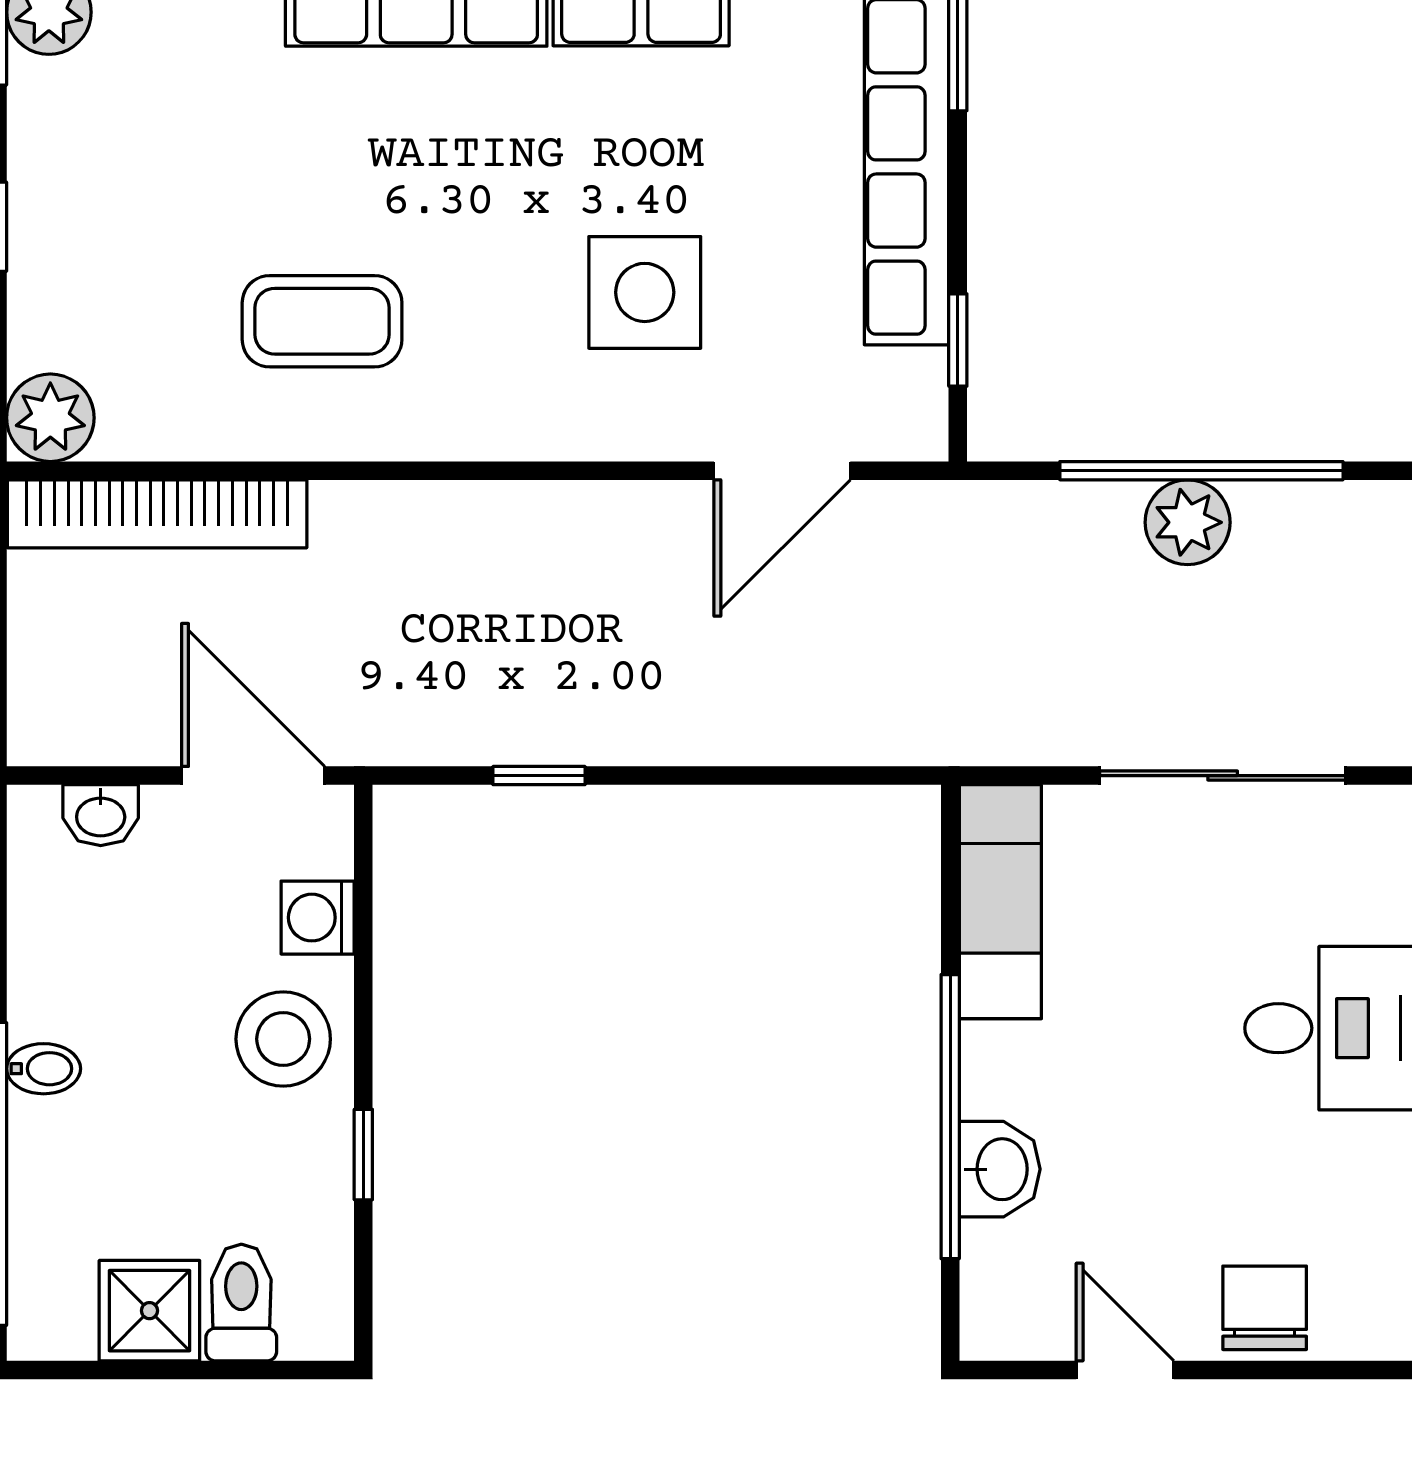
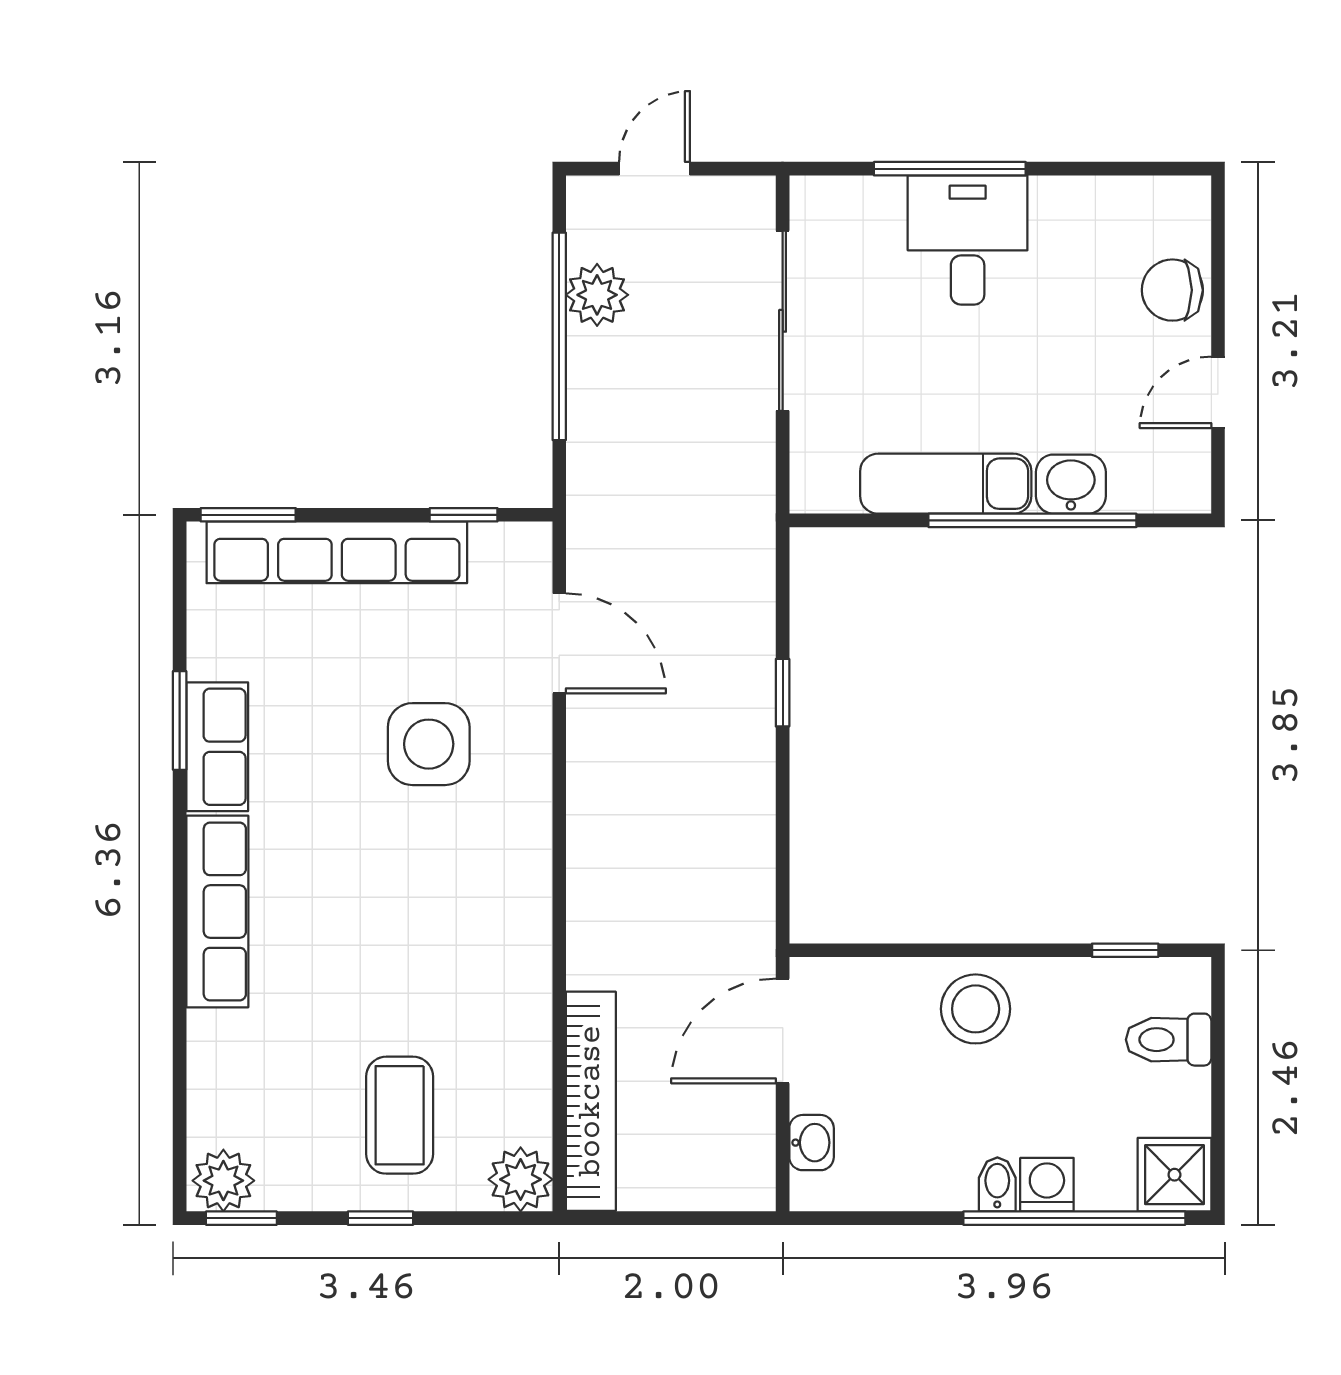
coffee table: (322, 321) -> (400, 1115), moved
plant: (1188, 522) -> (597, 295), moved
window: (539, 776) -> (783, 693), moved
exam couch: (1000, 902) -> (946, 484), moved
washing machine: (318, 918) -> (1047, 1185), moved, turned 180
window: (363, 1155) -> (1125, 950), moved
shower: (149, 1311) -> (1174, 1175), moved

